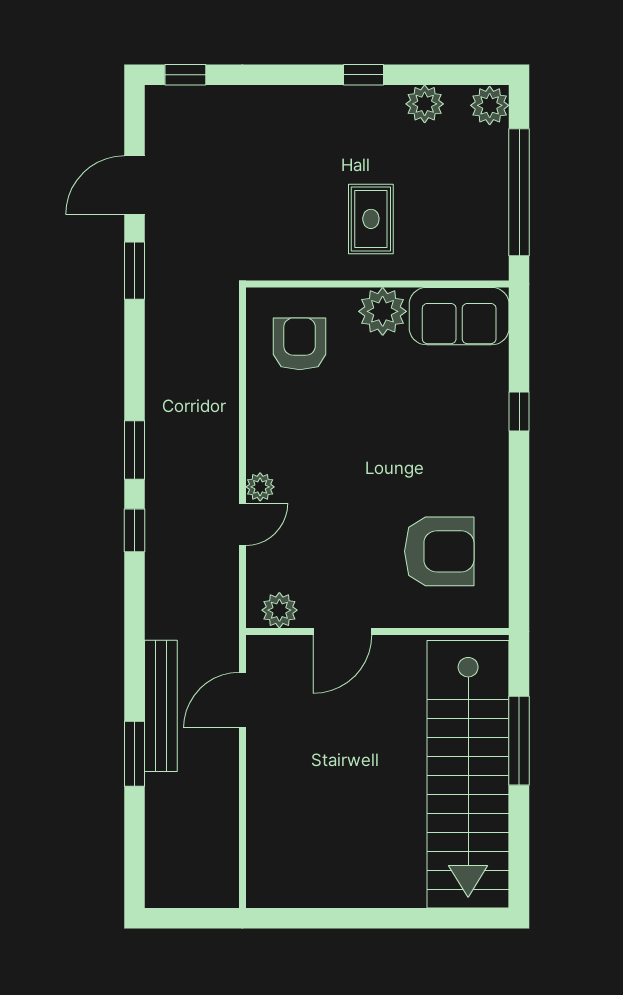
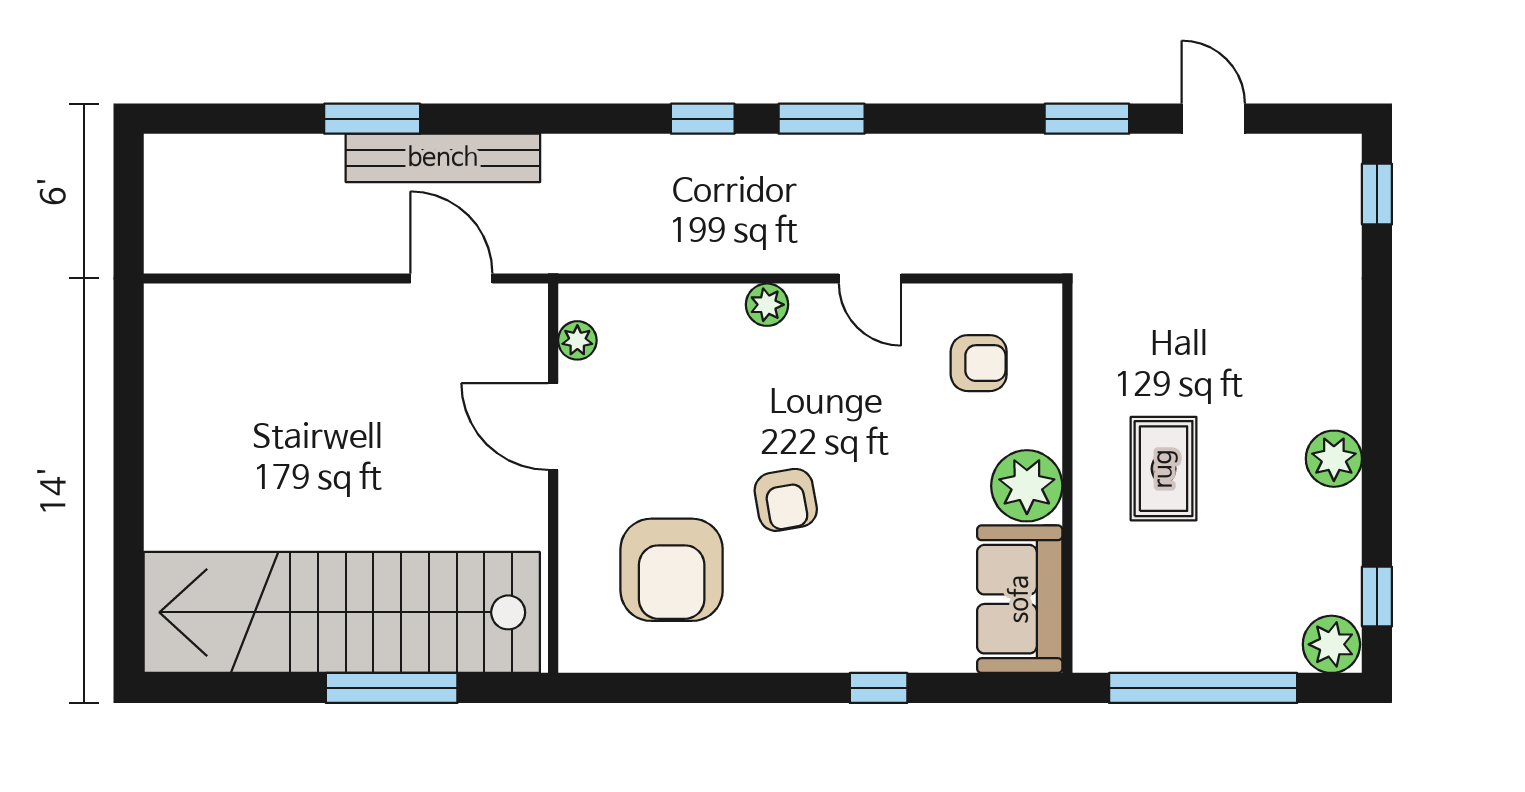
window: (364, 75) -> (1377, 597), moved
plant: (425, 104) -> (1334, 459), moved
door: (134, 185) -> (1213, 119), width x0.73
rug: (371, 219) -> (1164, 469), turned 90
armchair: (300, 344) -> (979, 363), width x0.72, depth x0.72
armchair: (392, 474) -> (786, 500), added
door: (242, 524) -> (870, 278), moved
plant: (279, 610) -> (577, 340), width x0.73, depth x0.73

